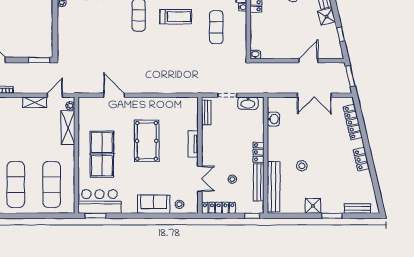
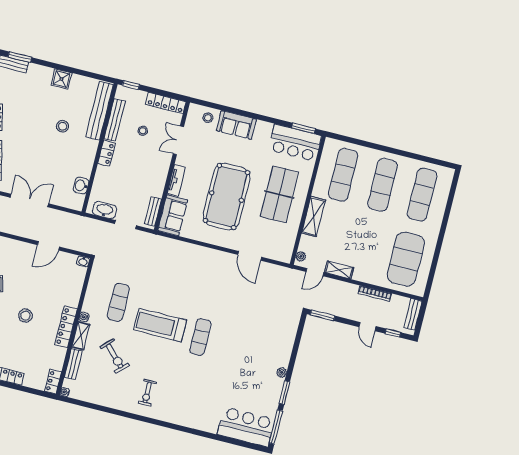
treadmill: (176, 17) -> (160, 325), width x1.37, depth x1.38
door: (308, 61) -> (48, 246), moved
sofa: (189, 113) -> (173, 215), added
shelving: (68, 128) -> (314, 217), moved
pool table: (147, 141) -> (227, 197), width x1.36, depth x1.32
window: (332, 216) -> (20, 57), moved

